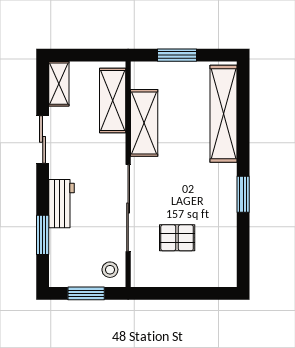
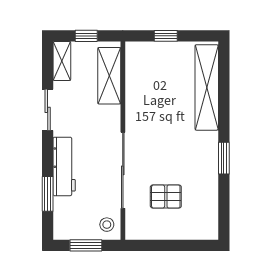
window: (87, 55) -> (86, 36), added
window: (177, 55) -> (166, 36), width x0.67
shelving: (144, 123) -> (137, 95), removed
workbench: (61, 204) -> (64, 166), width x1.37

